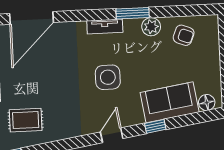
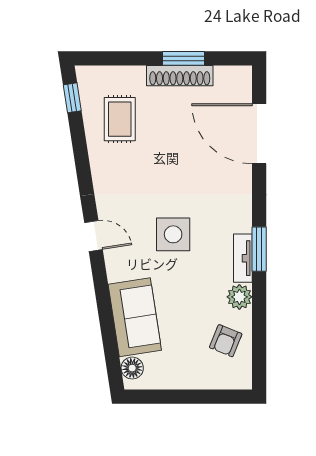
window: (133, 13) -> (259, 249), moved
tv unit: (105, 26) -> (243, 258), moved
window: (155, 126) -> (103, 296), removed

